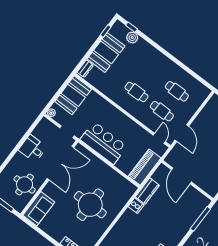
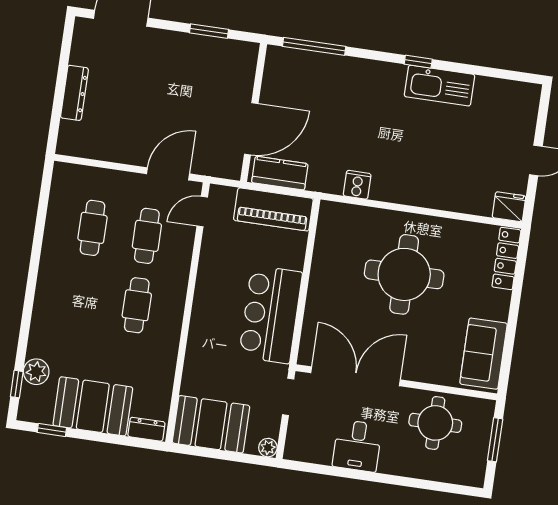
kitchen counter: (147, 191) -> (280, 173), moved
sofa: (39, 209) -> (484, 354), moved, turned -90

